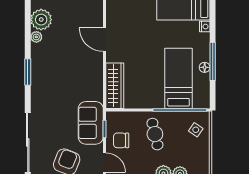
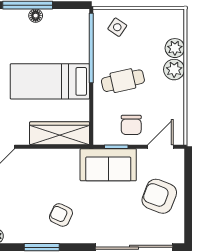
bed: (178, 78) -> (50, 81), moved
armchair: (52, 87) -> (61, 215), added

